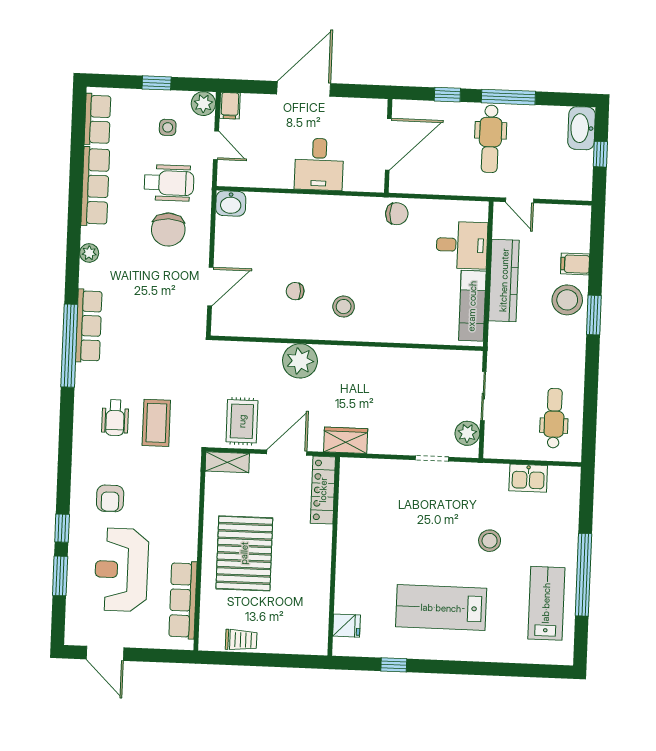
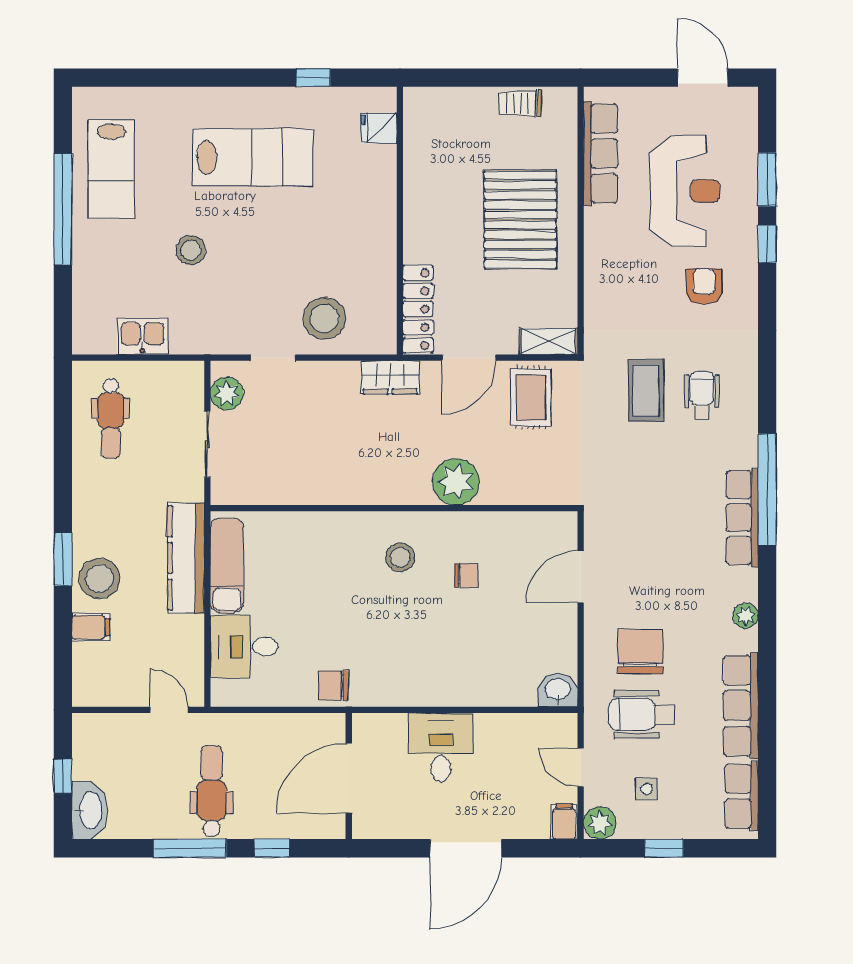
kitchen counter: (504, 280) -> (186, 558), moved
stool: (393, 486) -> (324, 318), added

